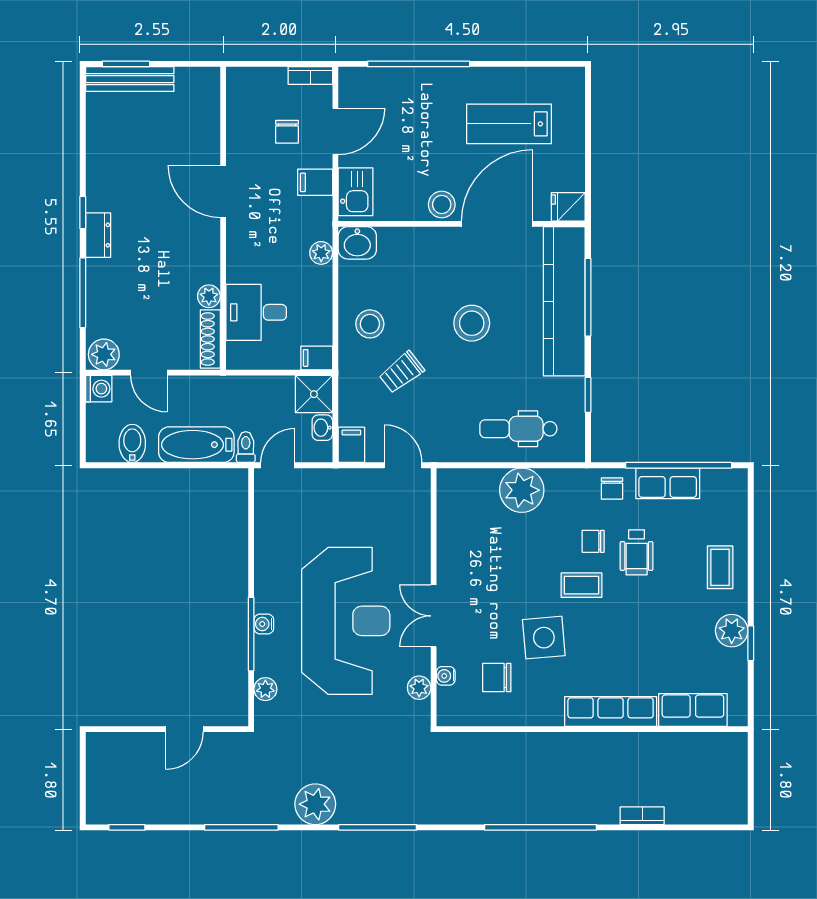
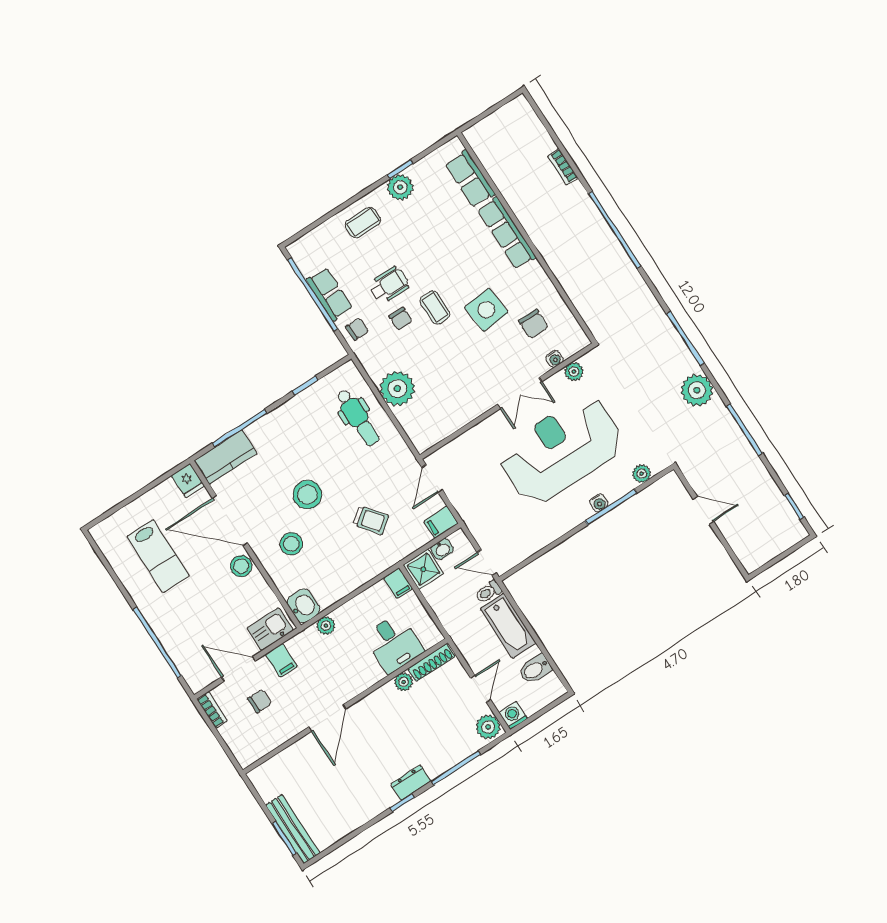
kitchen counter: (564, 301) -> (225, 457), width x0.48, depth x0.86
stool: (370, 324) -> (291, 544), moved

